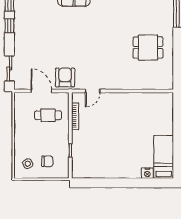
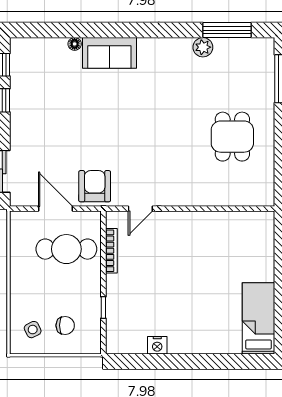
dining table: (148, 48) -> (232, 137), turned 90
cafe table: (48, 115) -> (66, 249), width x1.37, depth x1.35
nightstand: (147, 173) -> (157, 345), moved

